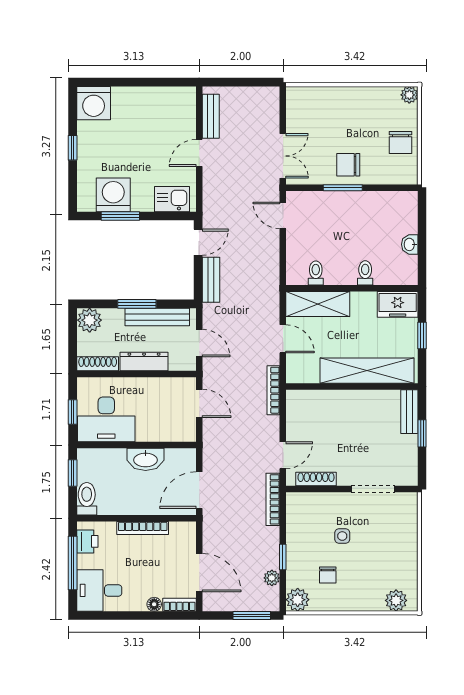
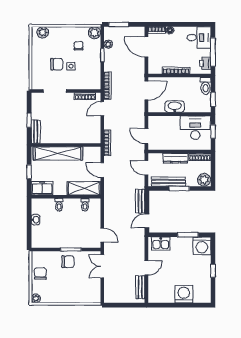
washing machine: (94, 103) -> (184, 294), moved
washing machine: (113, 195) -> (202, 246), moved
chair: (369, 540) -> (57, 64), added

